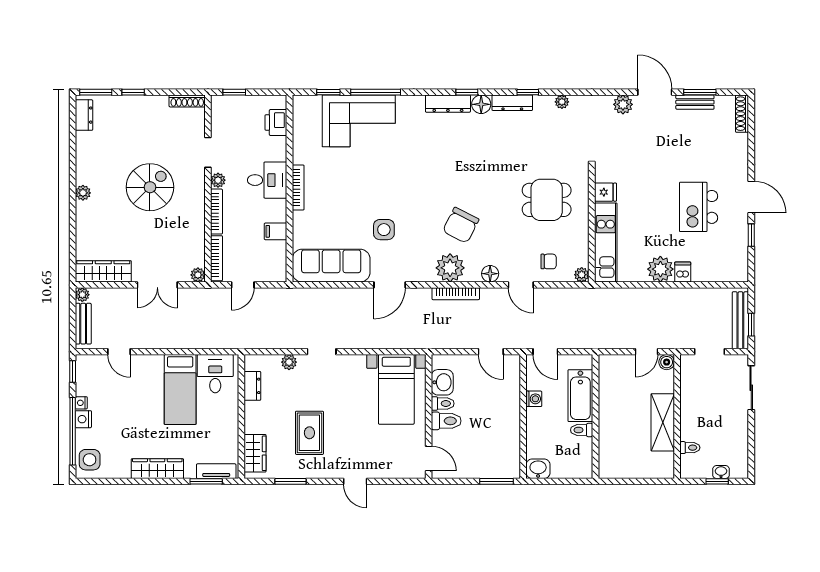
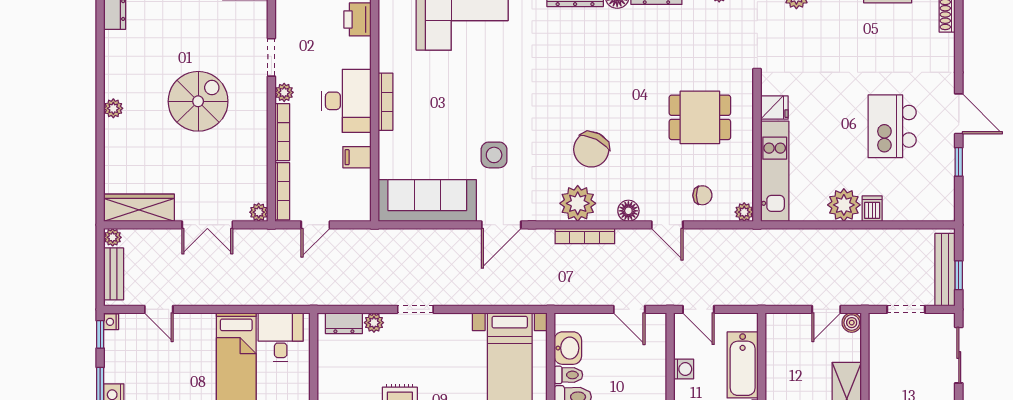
desk: (267, 180) -> (346, 101), width x1.37
dresser: (252, 386) -> (344, 323), moved, turned 90
nightstand: (81, 403) -> (111, 322), moved

